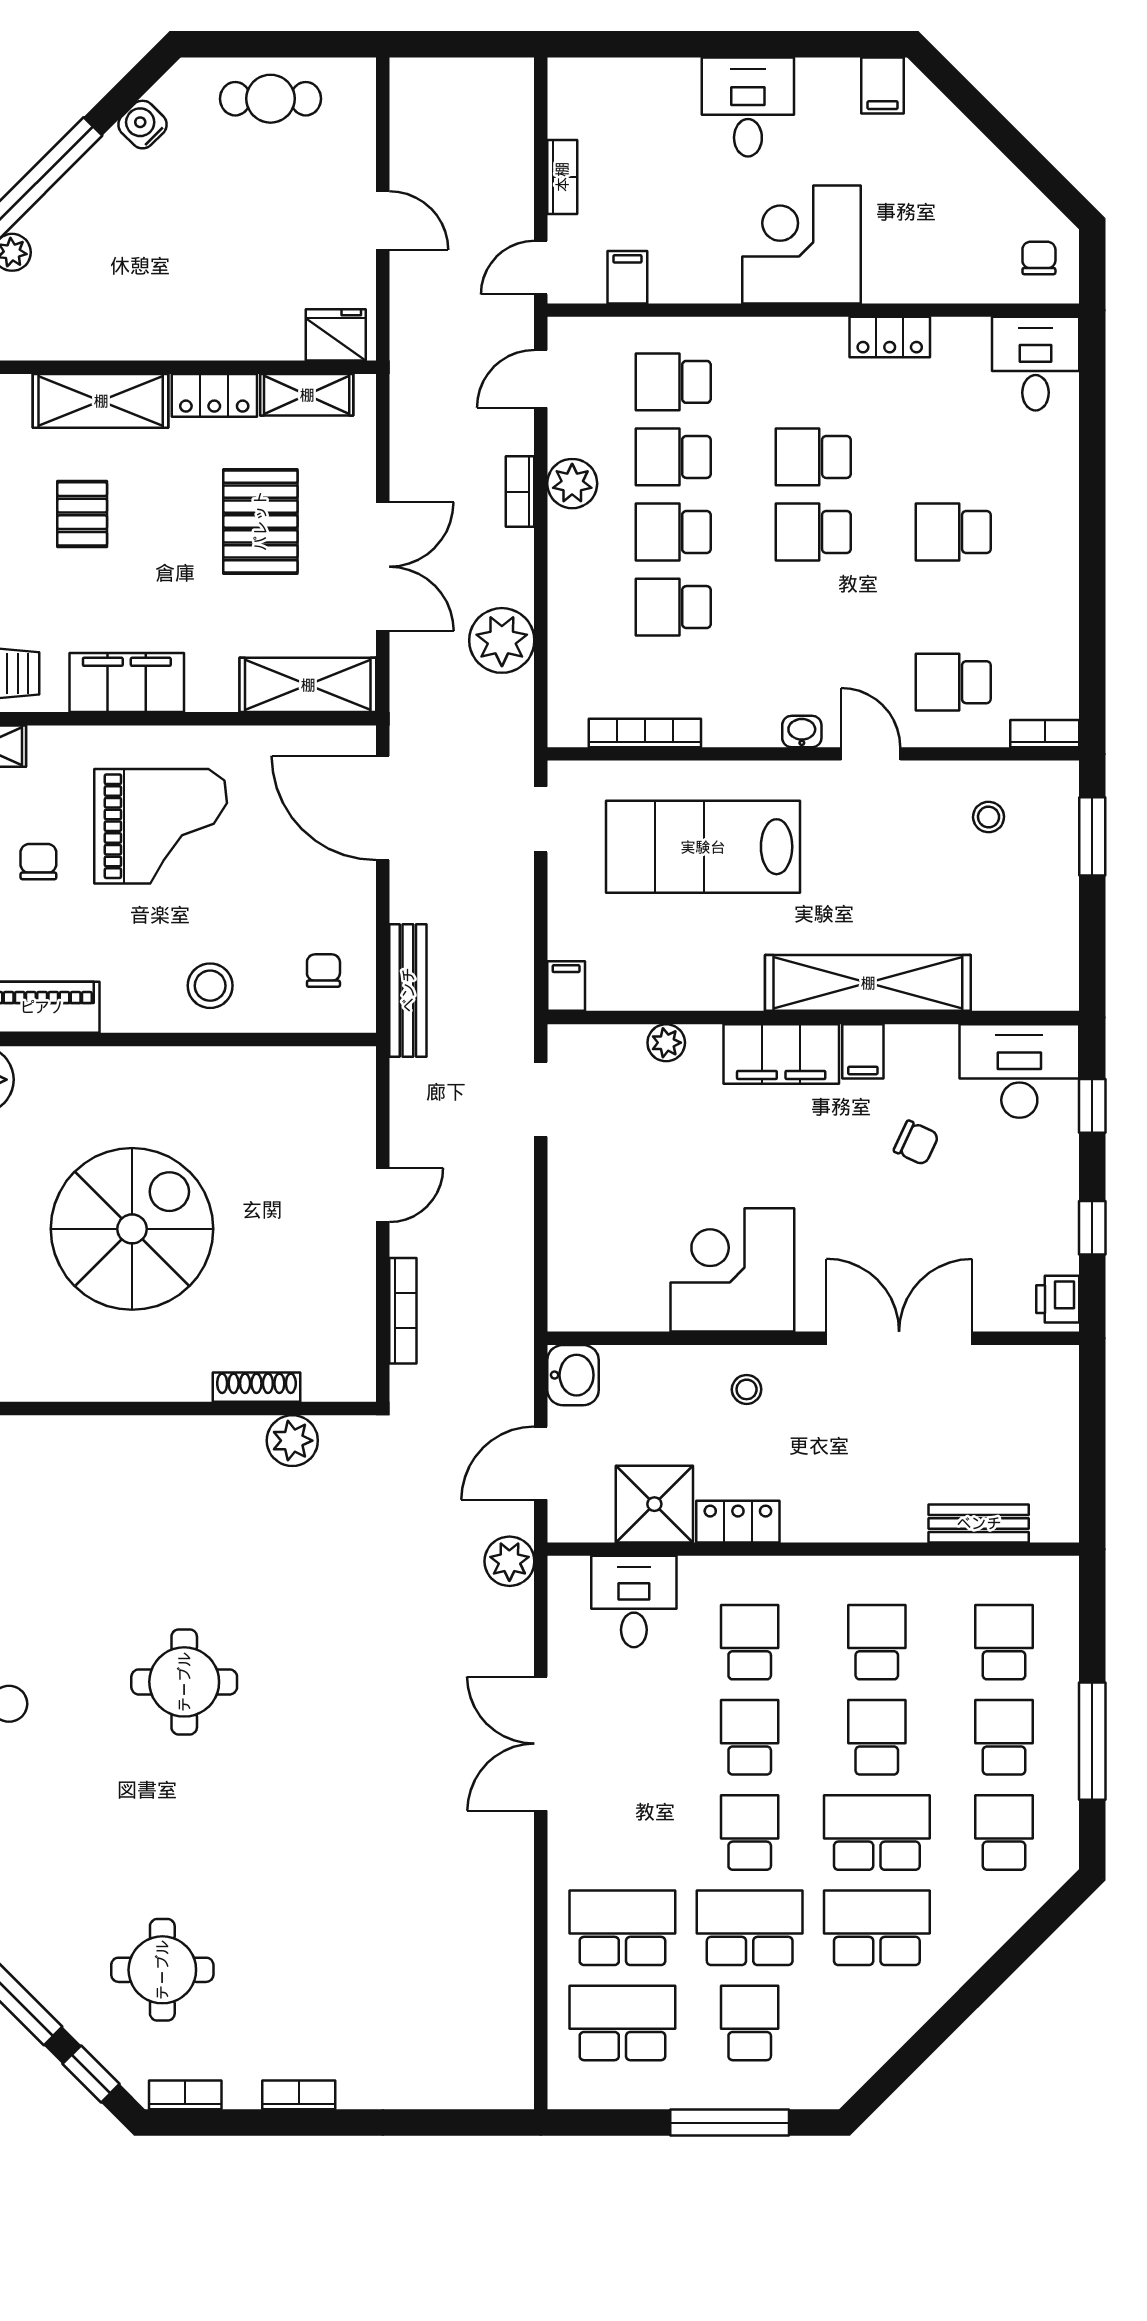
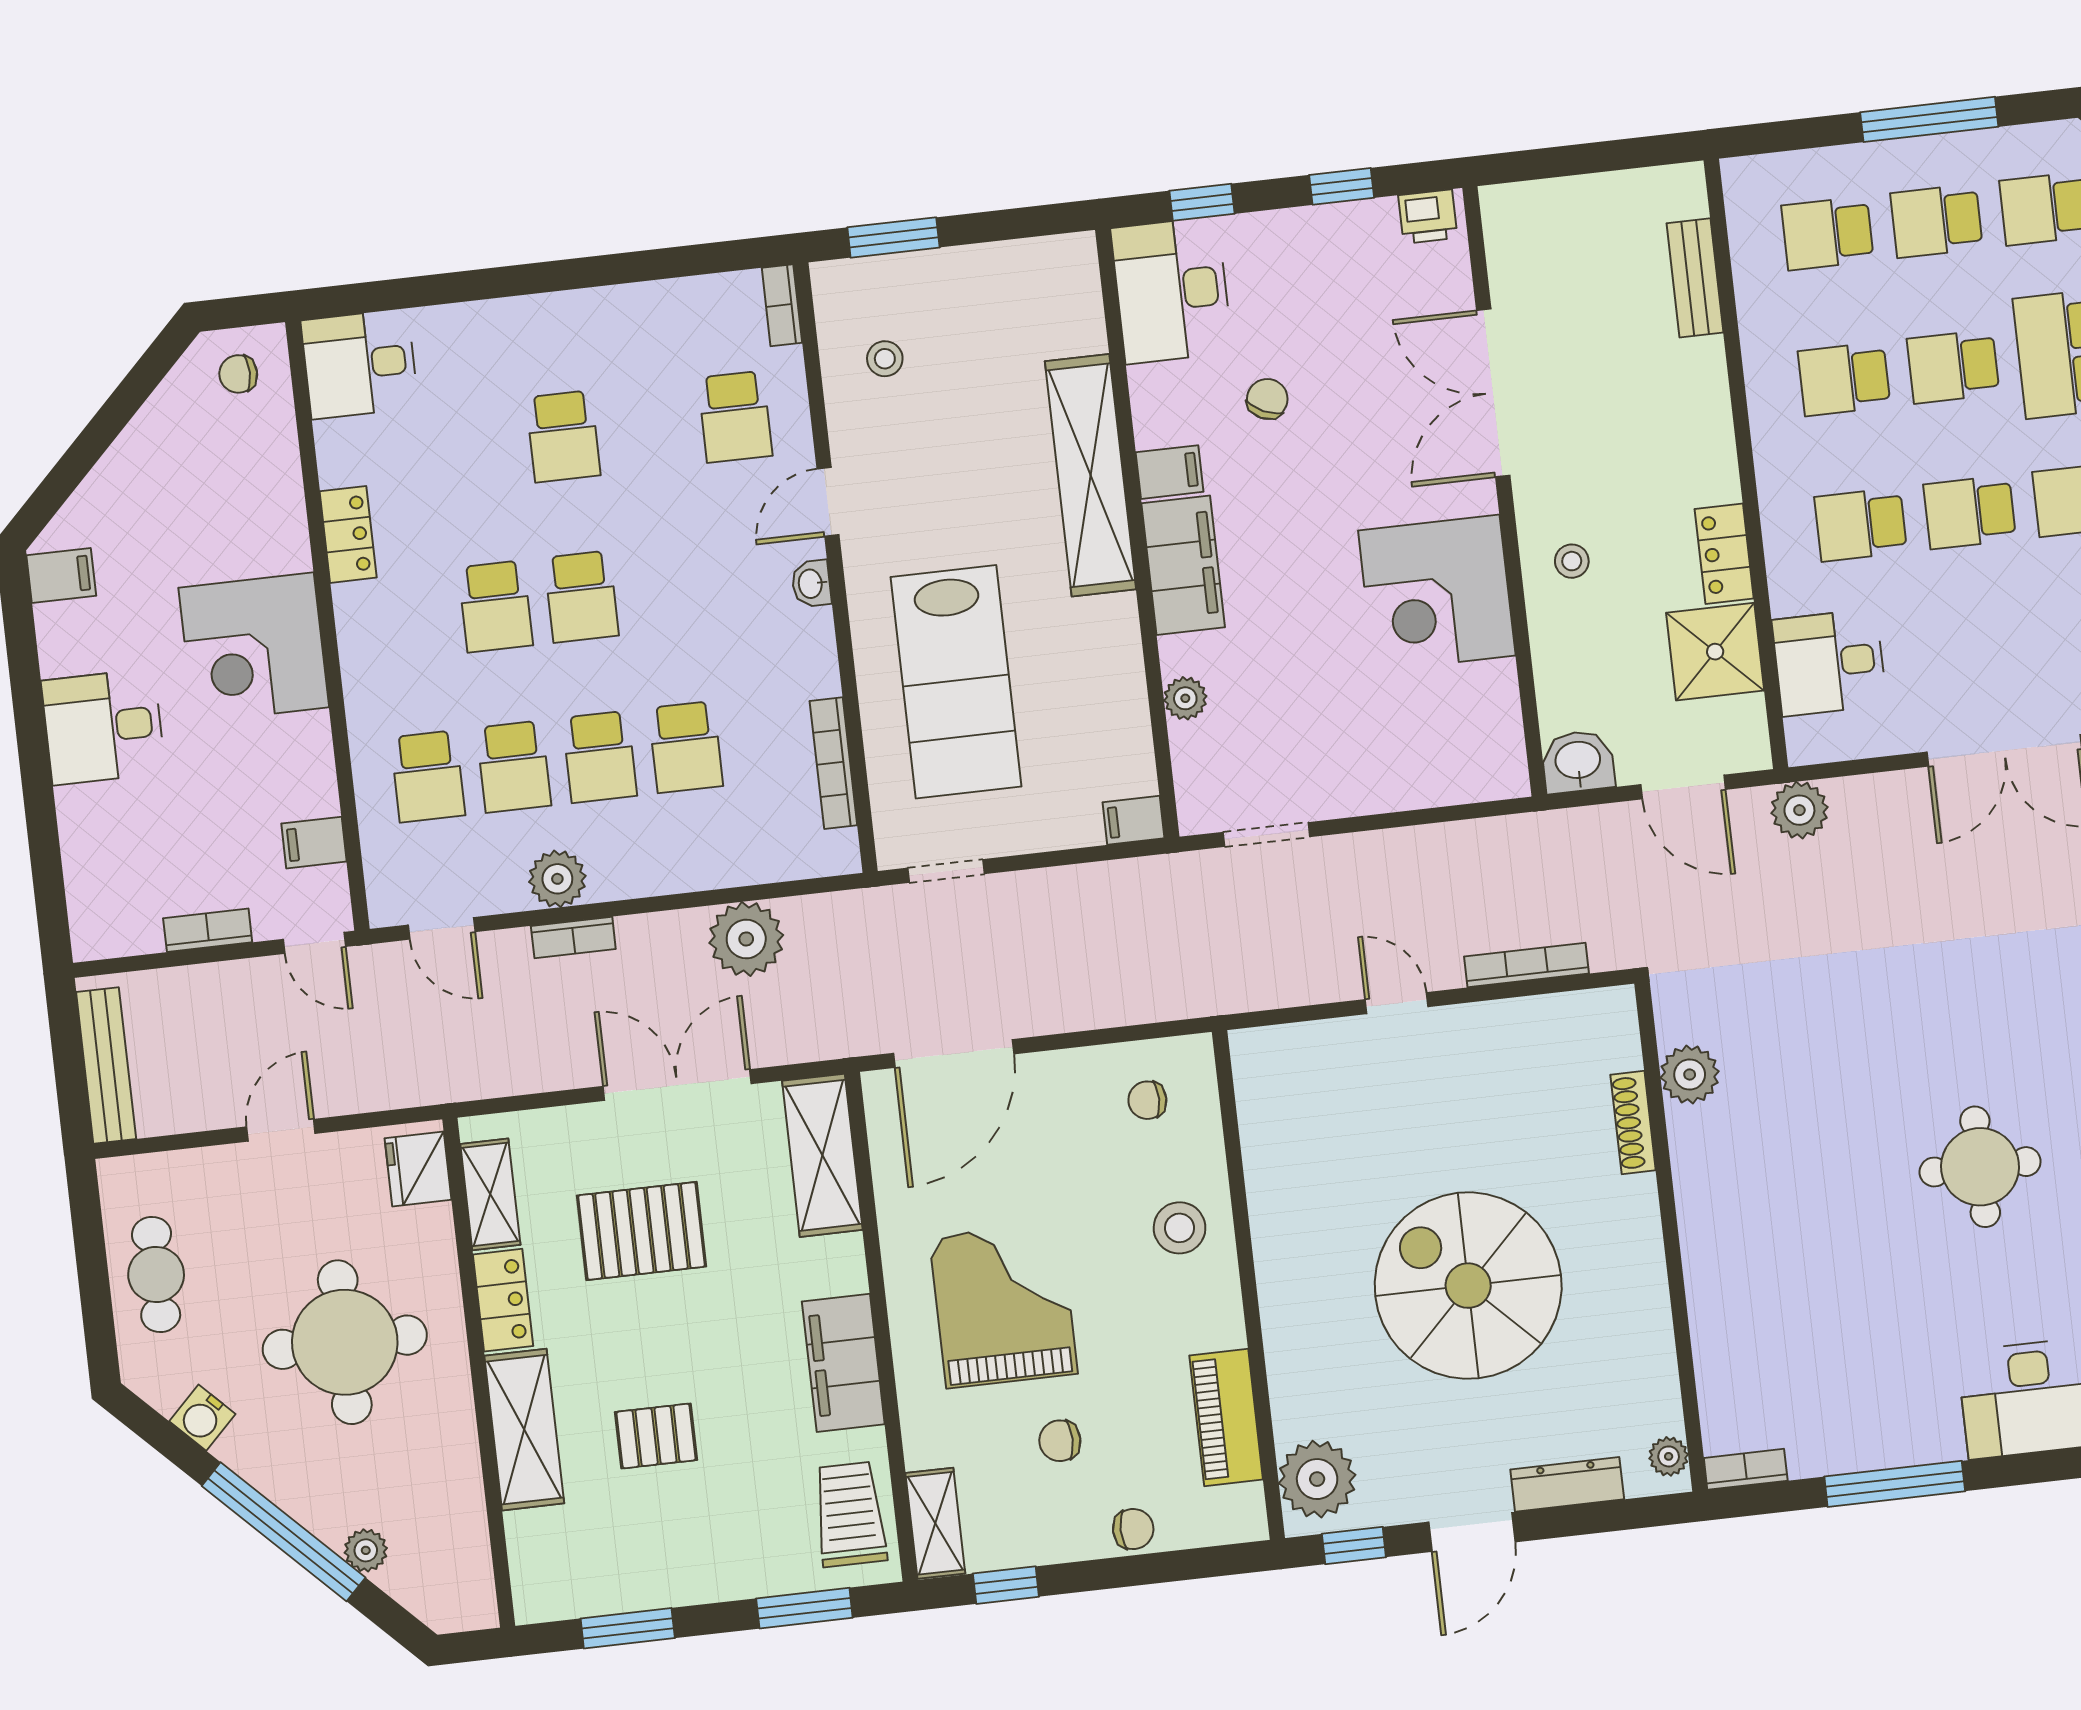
round table: (194, 255) -> (345, 1342), added
bench: (408, 990) -> (106, 1065), moved, turned 90

